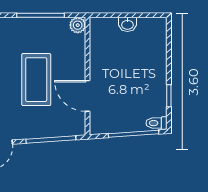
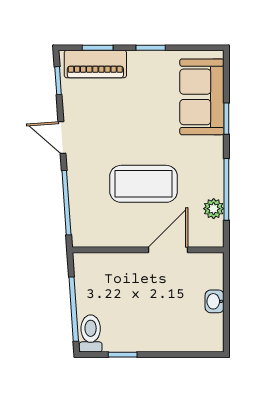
plant: (78, 25) -> (214, 209), moved
door: (88, 96) -> (168, 250), moved
toilet: (157, 123) -> (91, 334), width x1.37, depth x1.39

